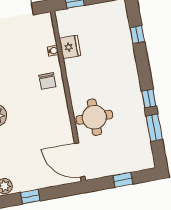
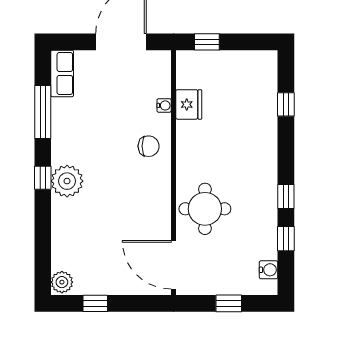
chair: (47, 81) -> (149, 146), turned -90
window: (154, 128) -> (286, 239), width x0.67
water cooler: (146, 152) -> (269, 270), added

